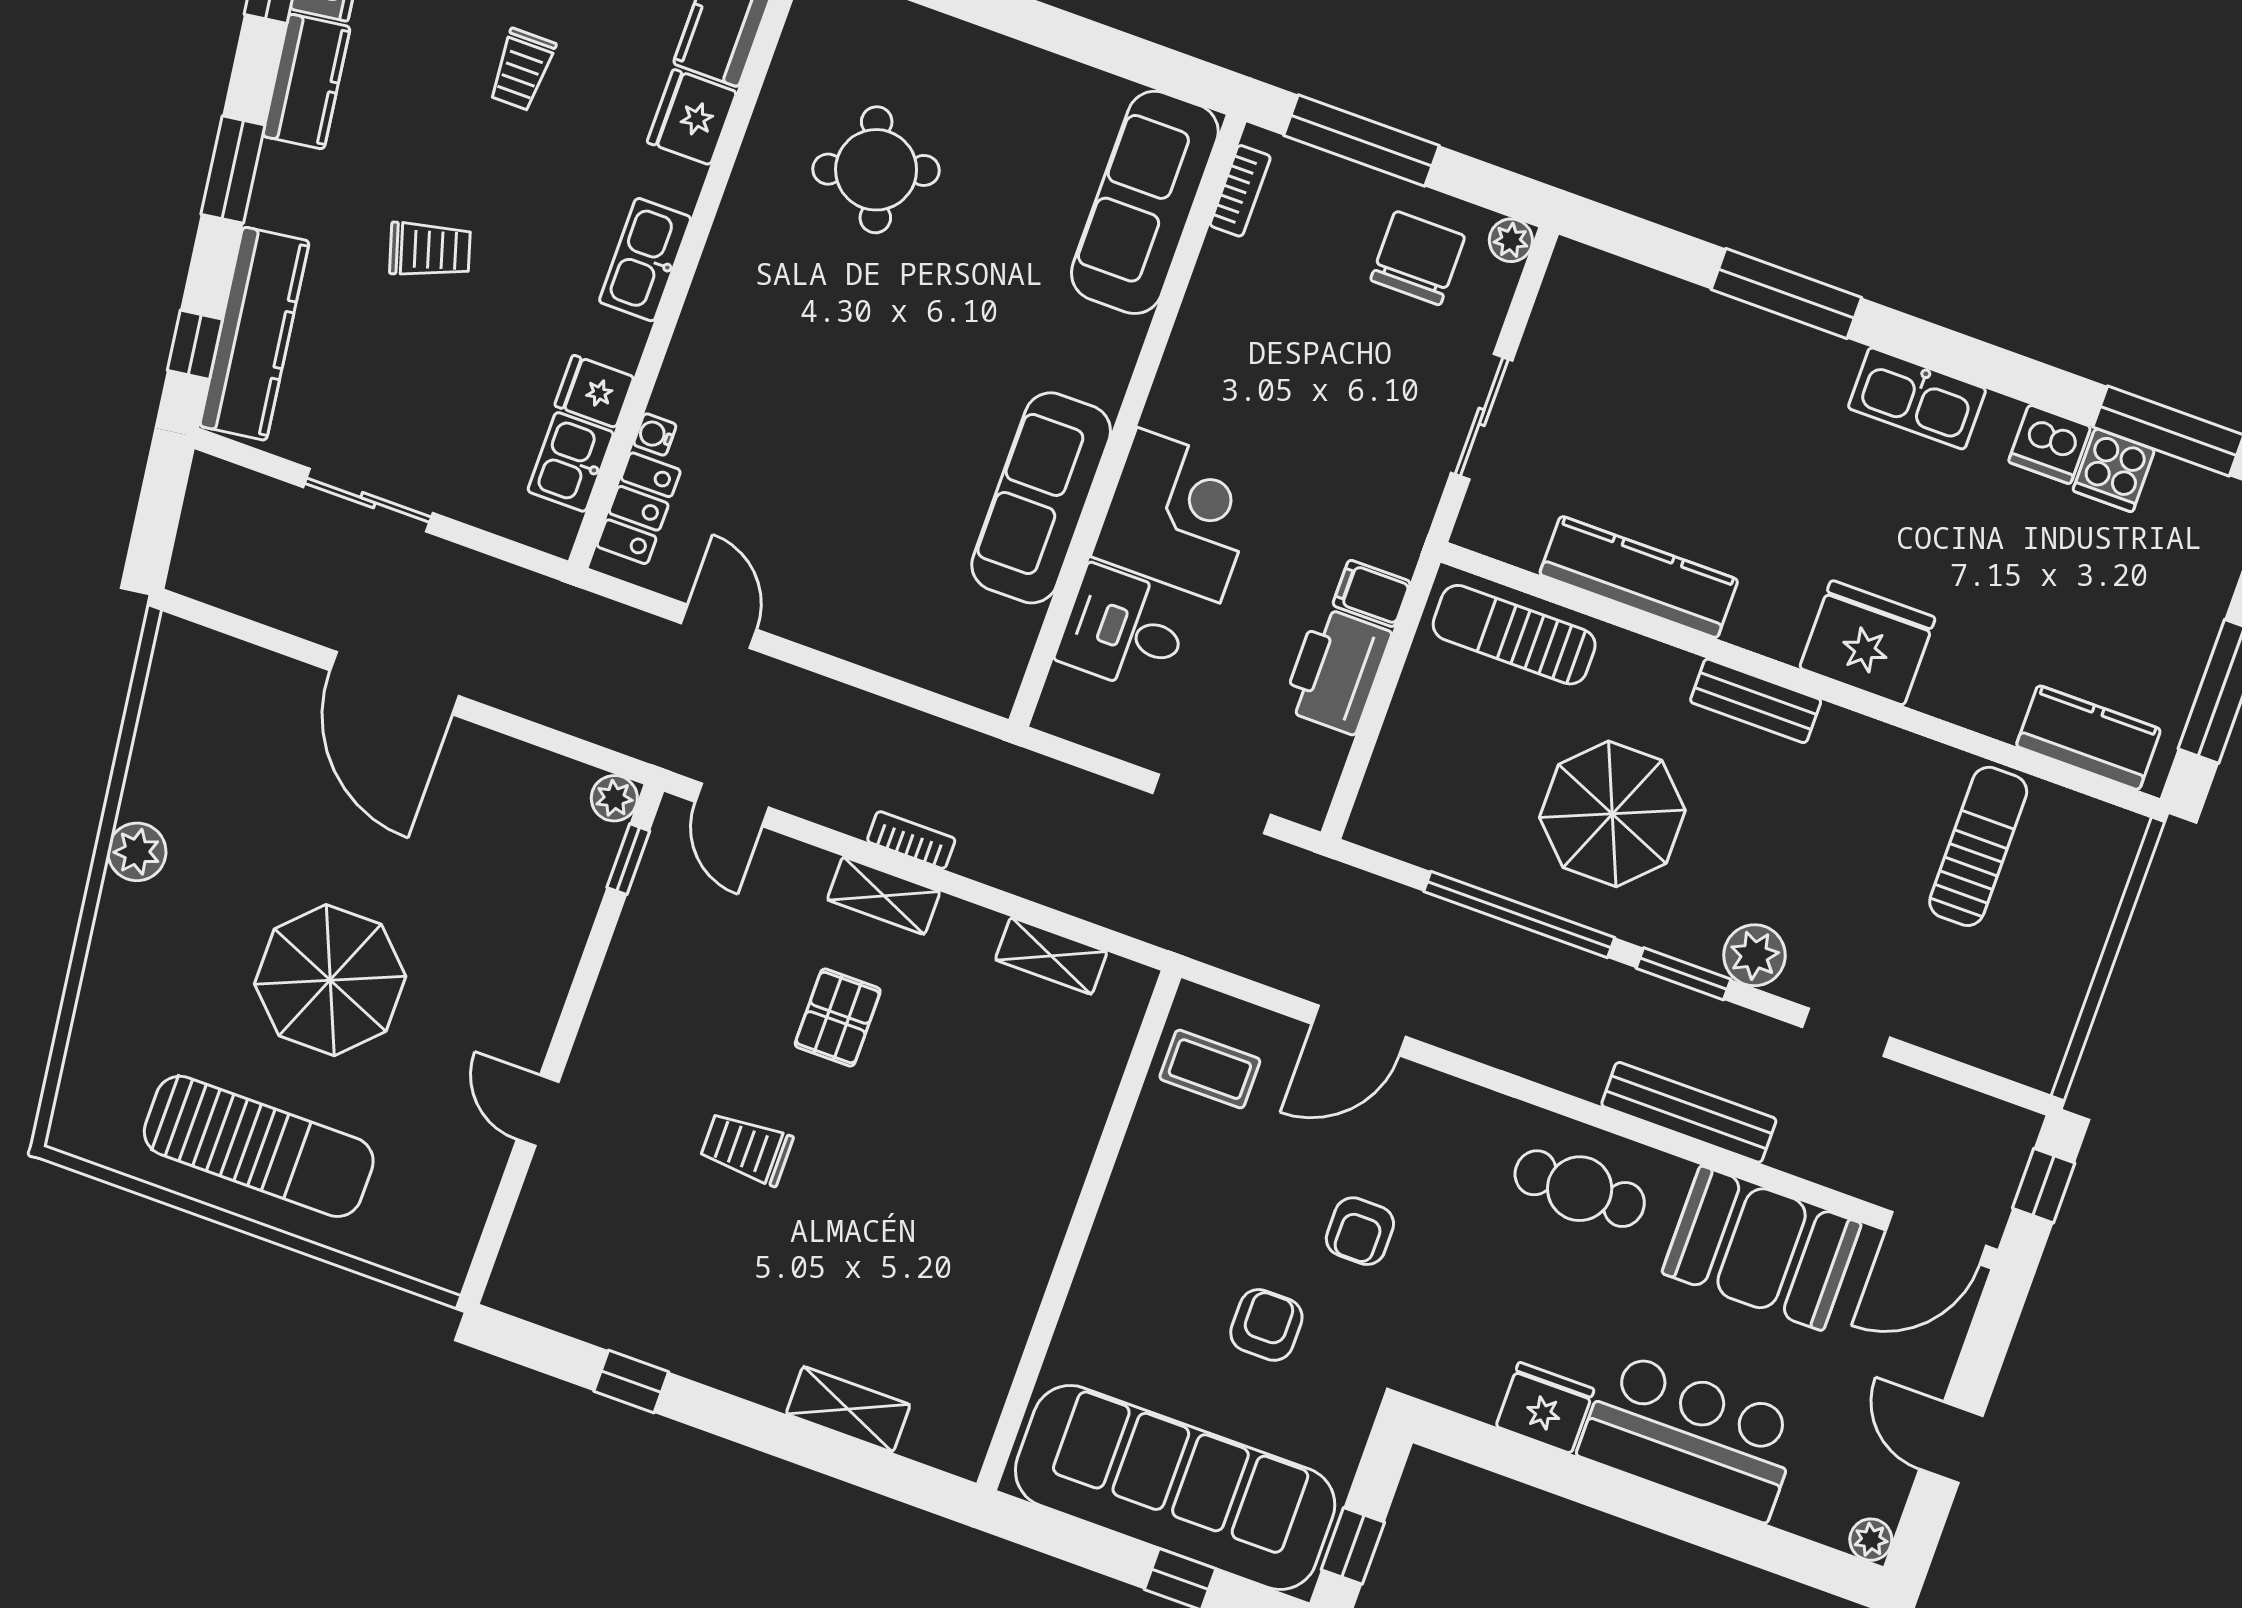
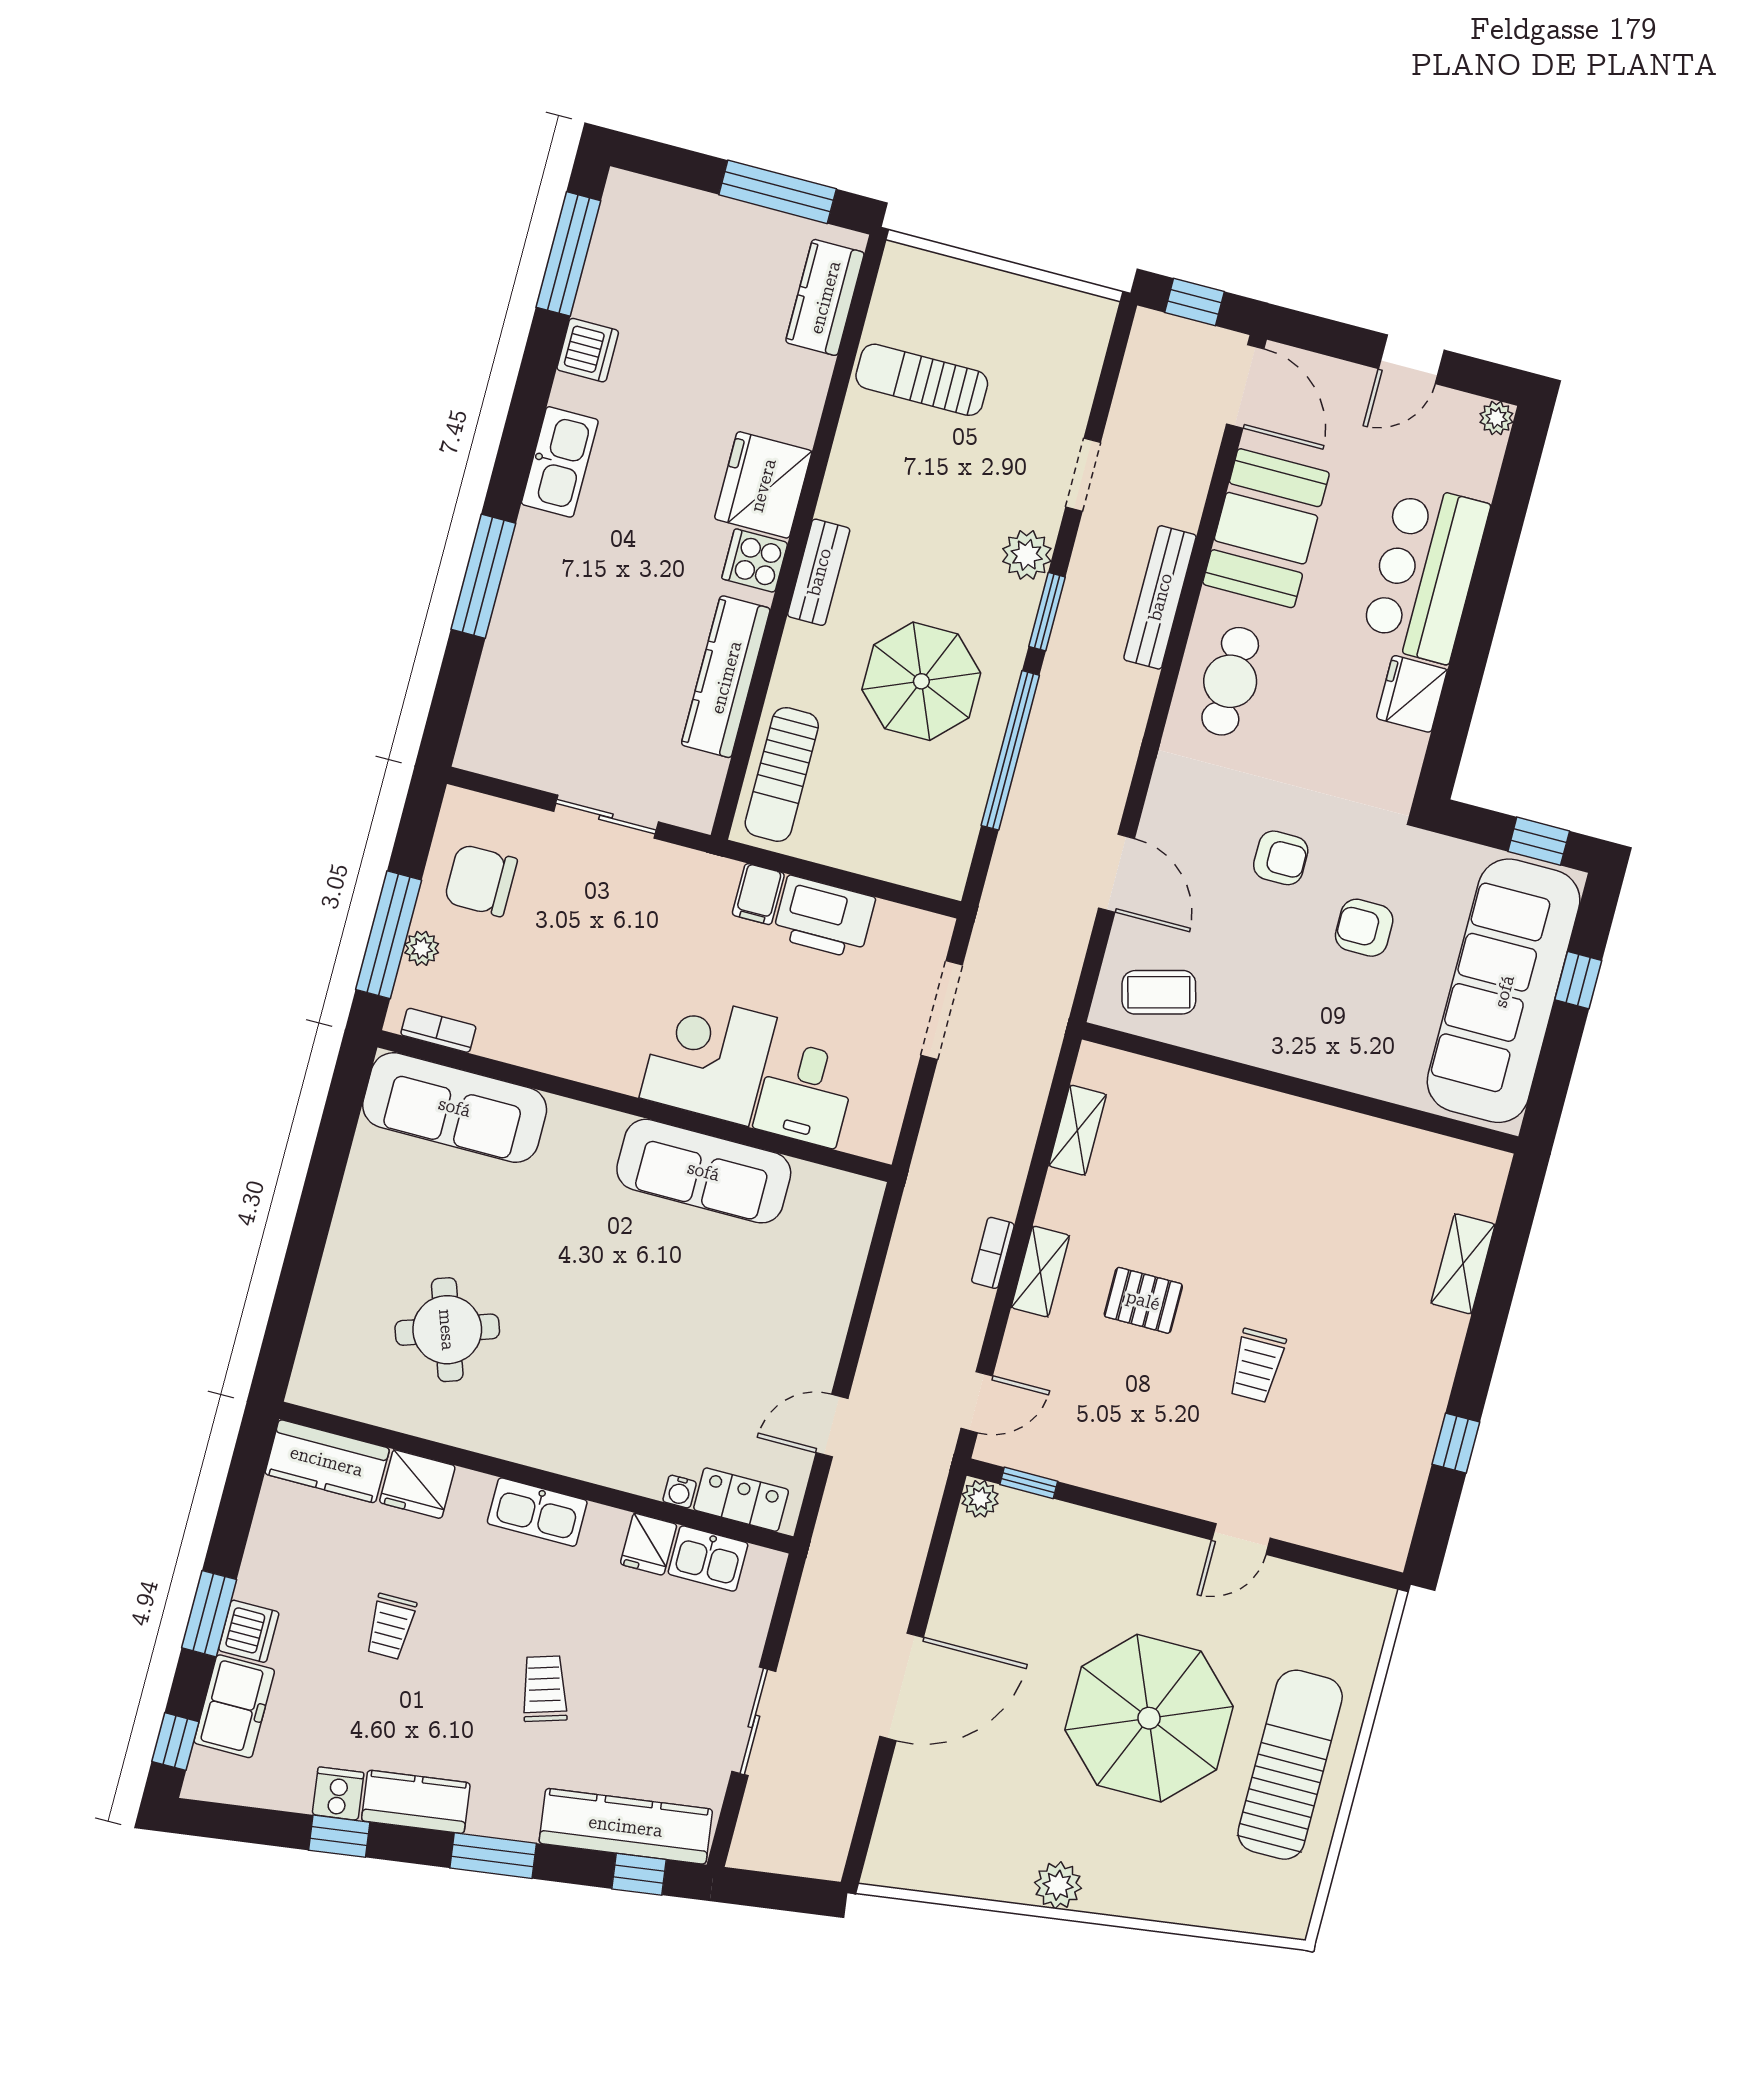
trolley: (522, 70) -> (391, 1626), turned 90
plant: (1511, 240) -> (422, 948), moved
cooker: (2114, 470) -> (755, 561), moved, turned 180
parasol: (330, 980) -> (1149, 1718), width x1.36, depth x1.36
coffee table: (1210, 1069) -> (1159, 992), turned 75

